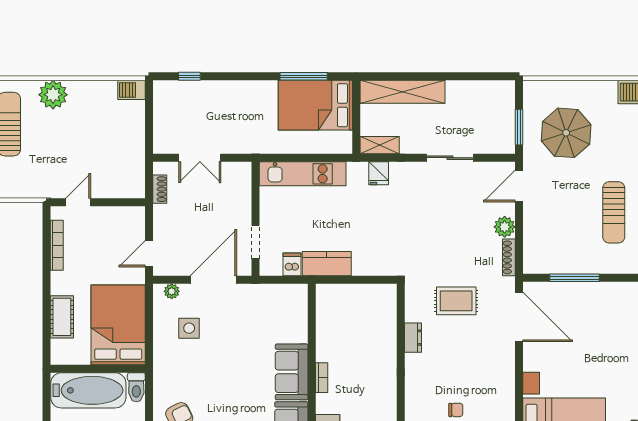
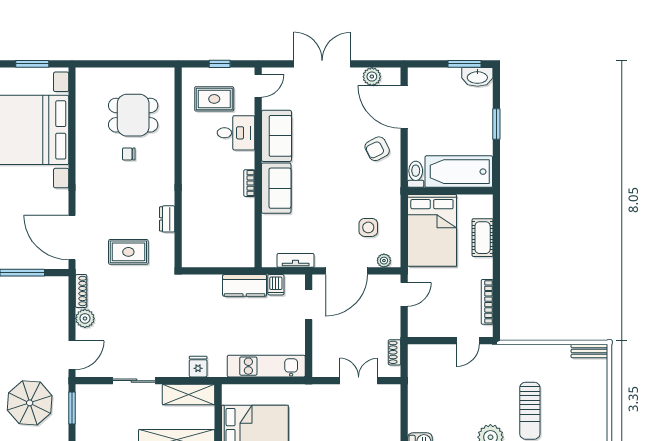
shelving: (380, 145) -> (188, 394), width x1.50, depth x1.33
tv unit: (270, 291) -> (296, 260), added

